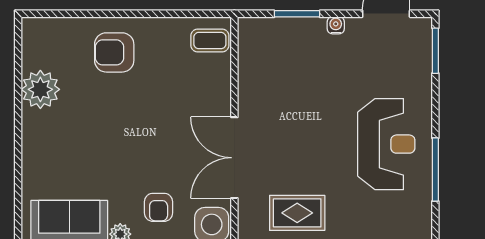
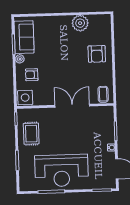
armchair: (114, 52) -> (97, 54), turned 180
reception desk: (386, 144) -> (62, 171), width x1.36, depth x1.30
double door: (234, 158) -> (72, 106), moved

